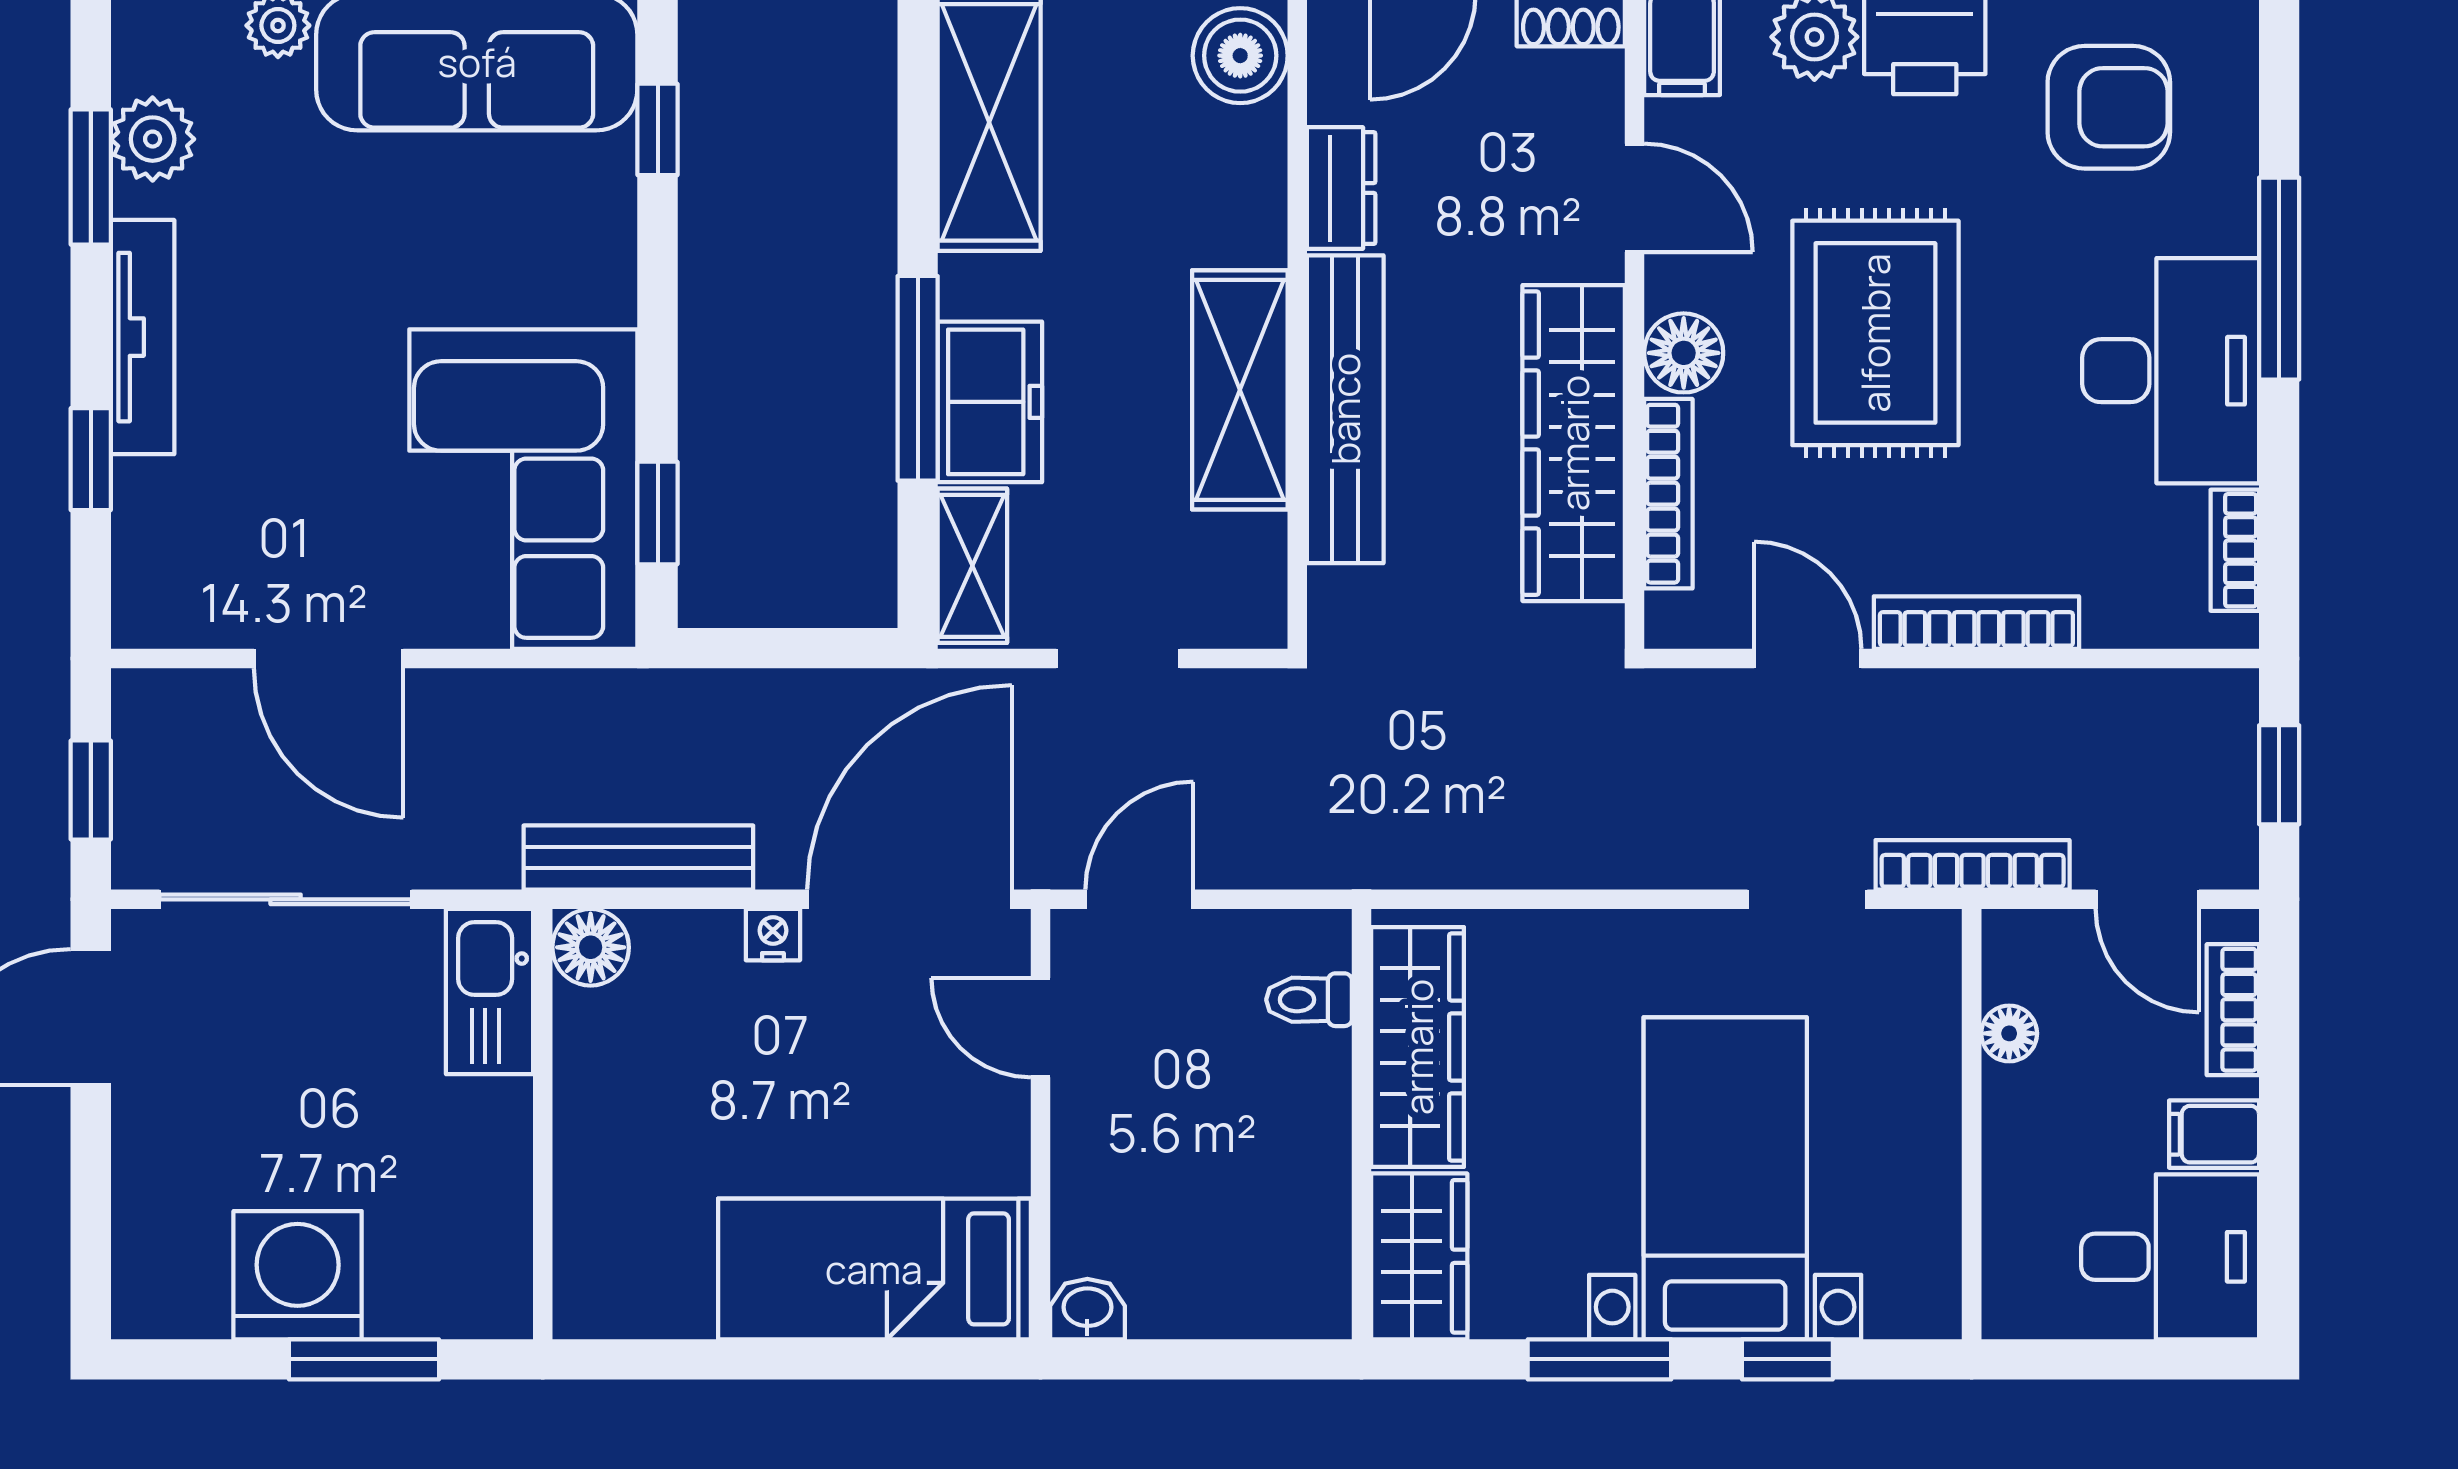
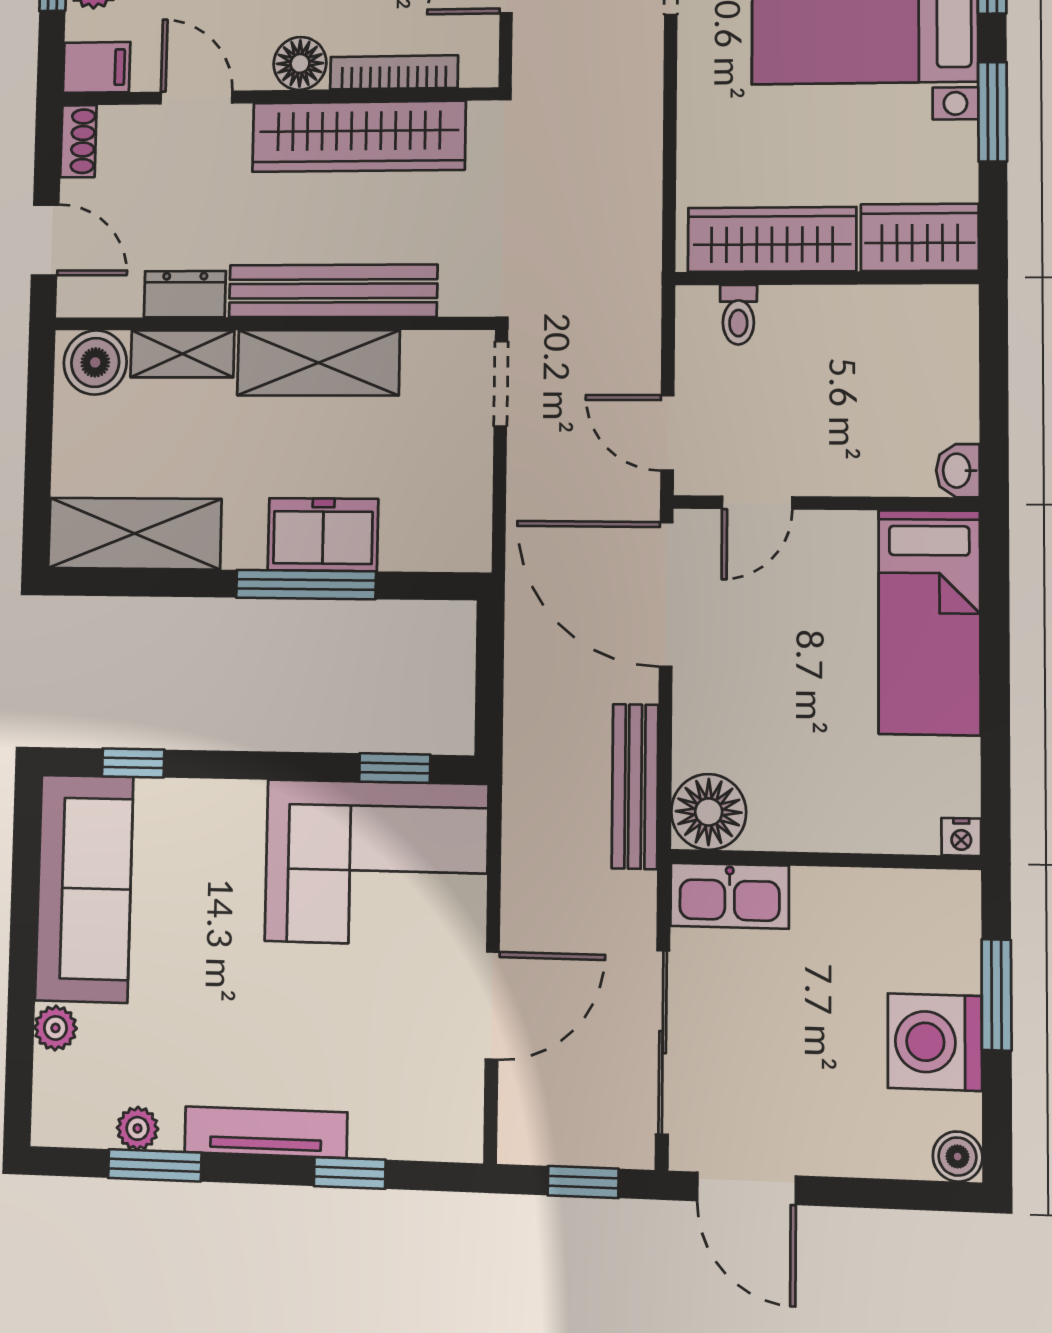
plant: (153, 139) -> (137, 1128), width x0.73, depth x0.73
door: (1634, 198) -> (196, 98), hinge flipped
shelving: (972, 566) -> (182, 354), moved
doorway: (1118, 659) -> (501, 384), moved
nightstand: (773, 935) -> (961, 837), moved, turned -90
floor lamp: (591, 947) -> (709, 812), width x1.38, depth x1.38
boiler: (144, 1306) -> (958, 1157), added

